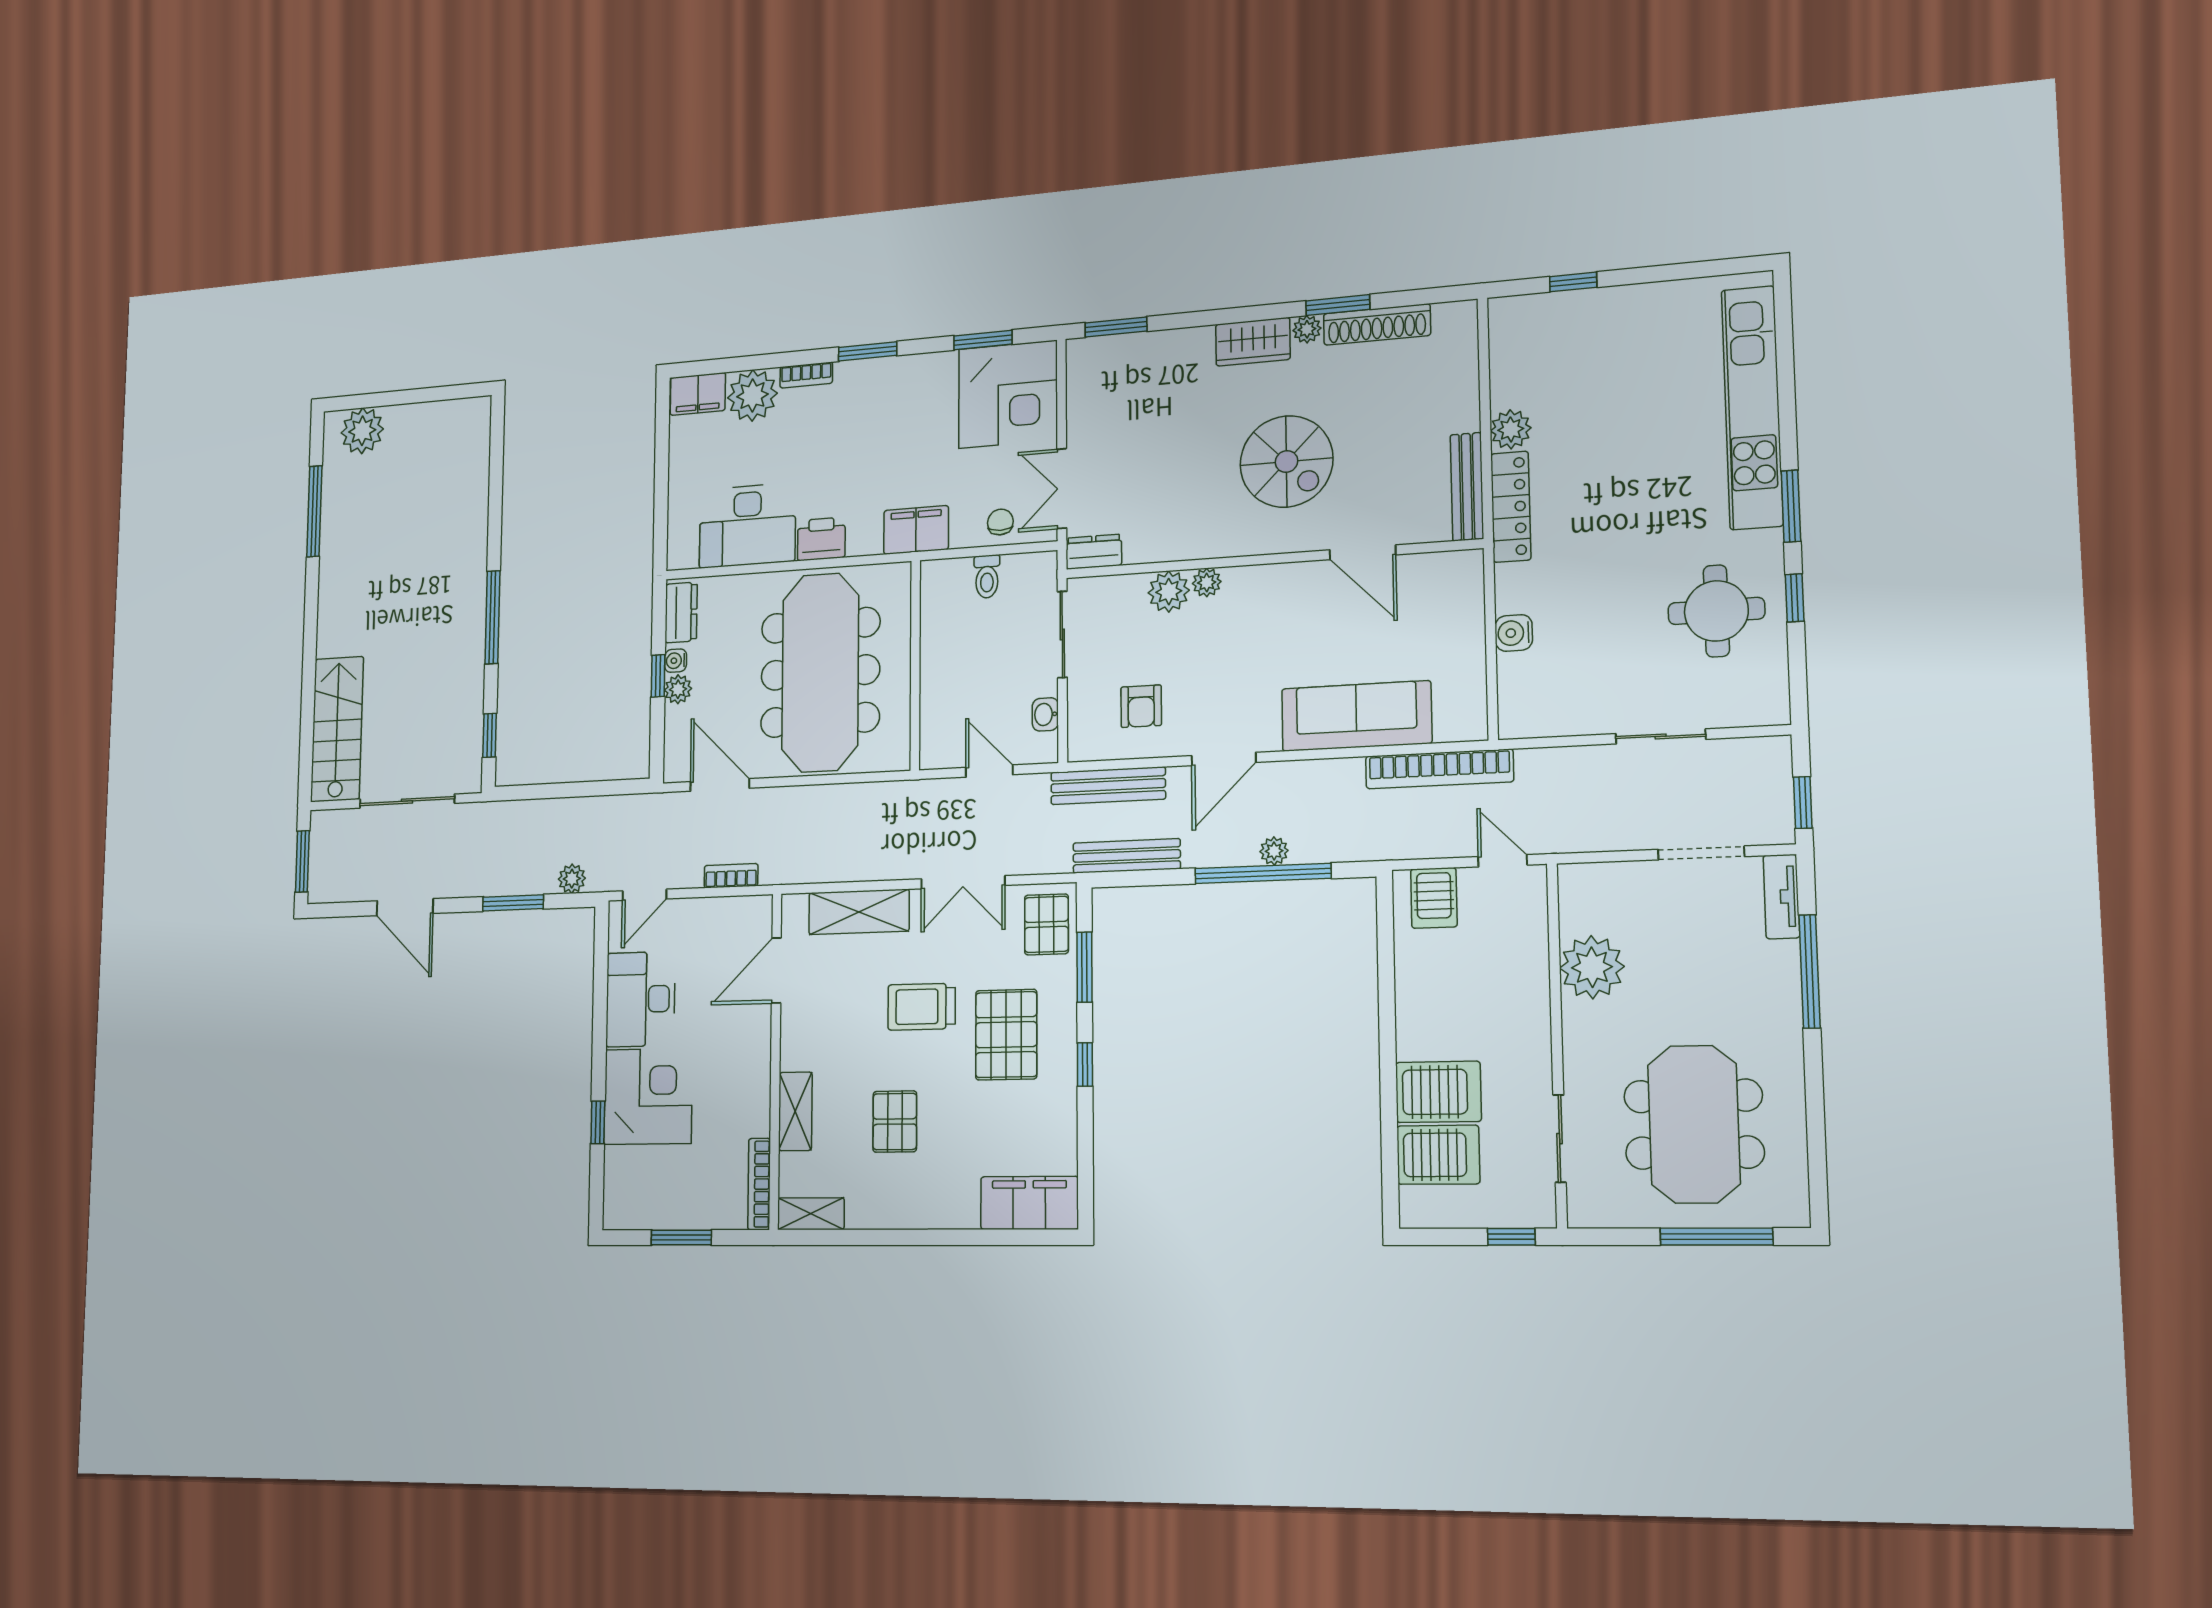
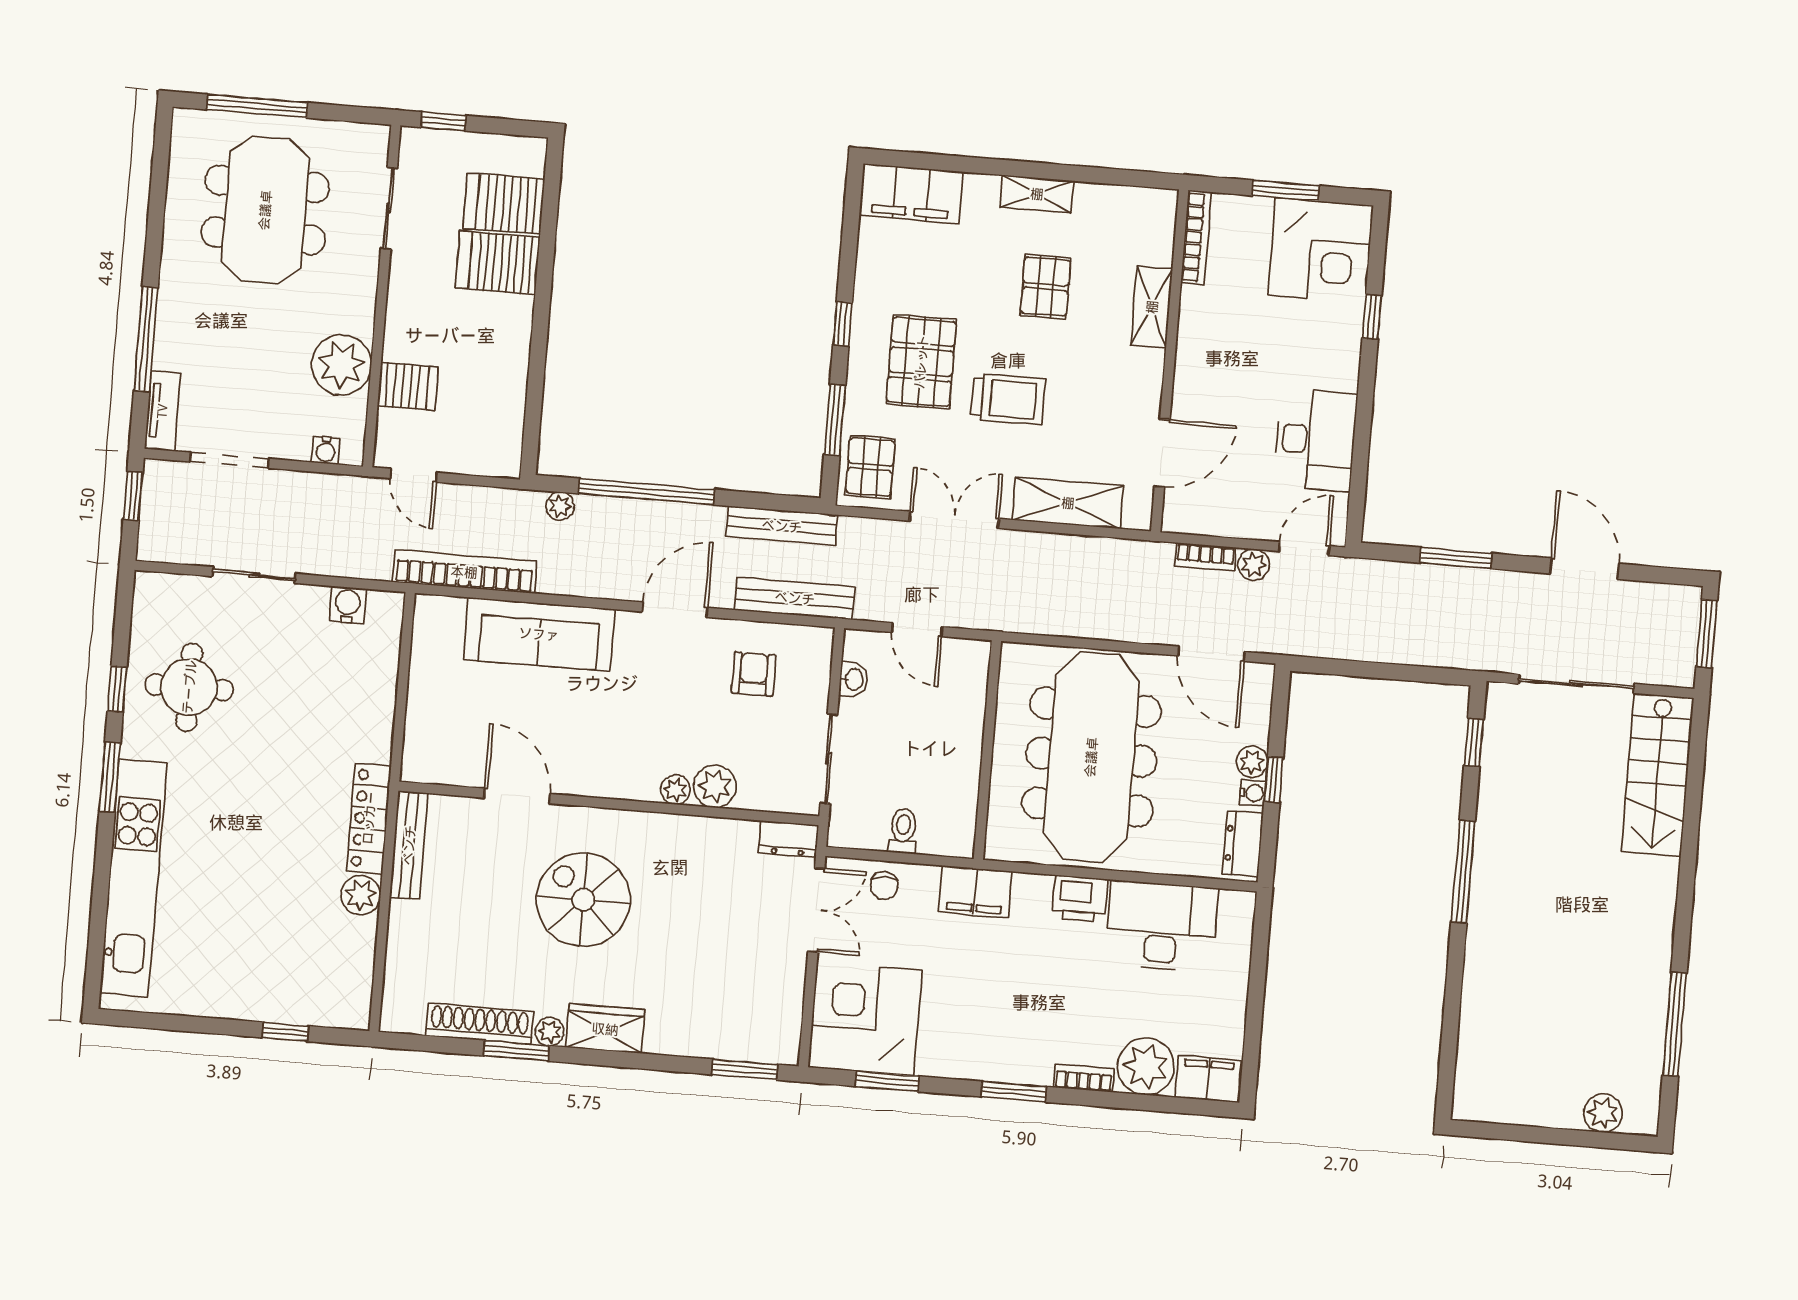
plant: (362, 431) -> (1603, 1113), width x0.73, depth x0.73
water cooler: (1514, 633) -> (348, 605), moved, turned -90
plant: (1274, 851) -> (560, 506), moved
water cooler: (1599, 876) -> (326, 450), added
plant: (572, 879) -> (1254, 565), moved
server rack: (1434, 898) -> (408, 386), moved, turned 90
corner desk: (648, 1096) -> (1321, 250), moved, turned -90
shelving: (811, 1214) -> (1037, 194), moved

